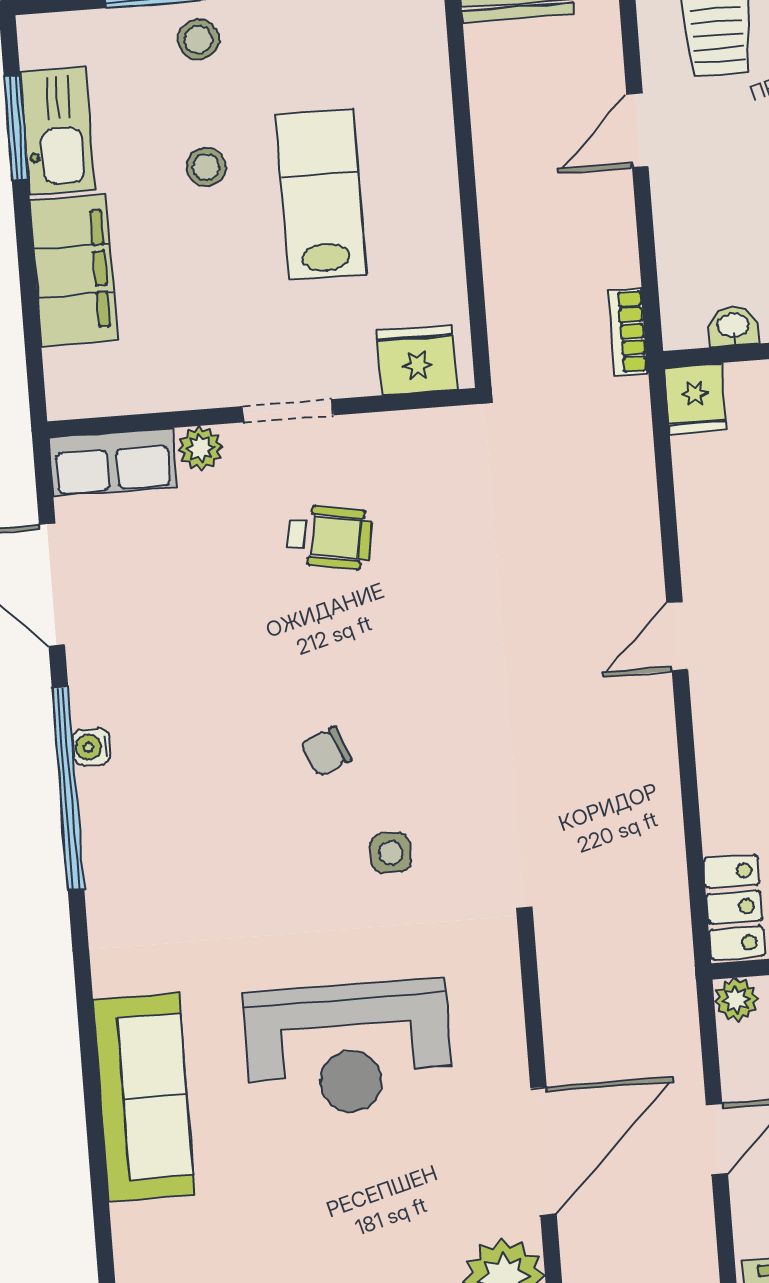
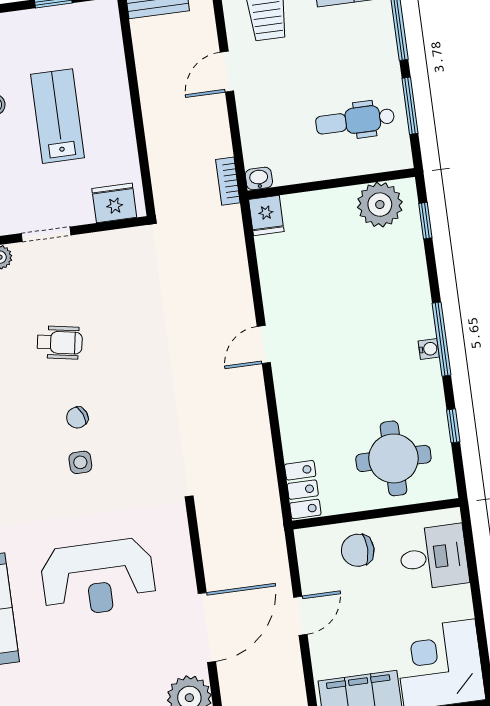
washbasin: (733, 326) -> (259, 178), moved
wheelchair: (330, 537) -> (60, 342), moved
side table: (391, 853) -> (80, 462), moved
plant: (736, 1000) -> (307, 540), removed

